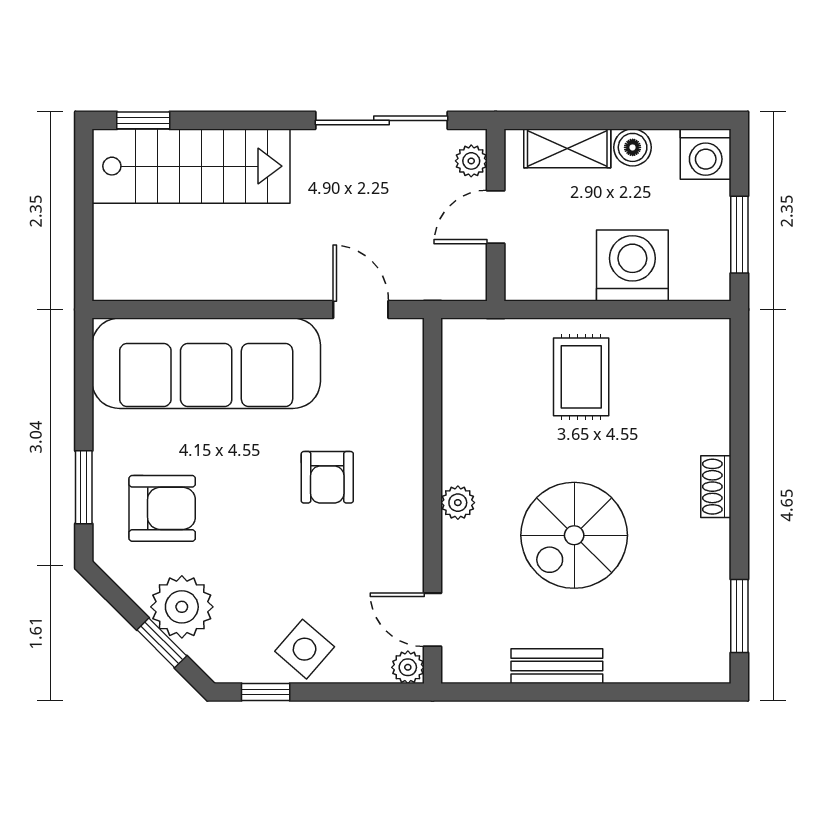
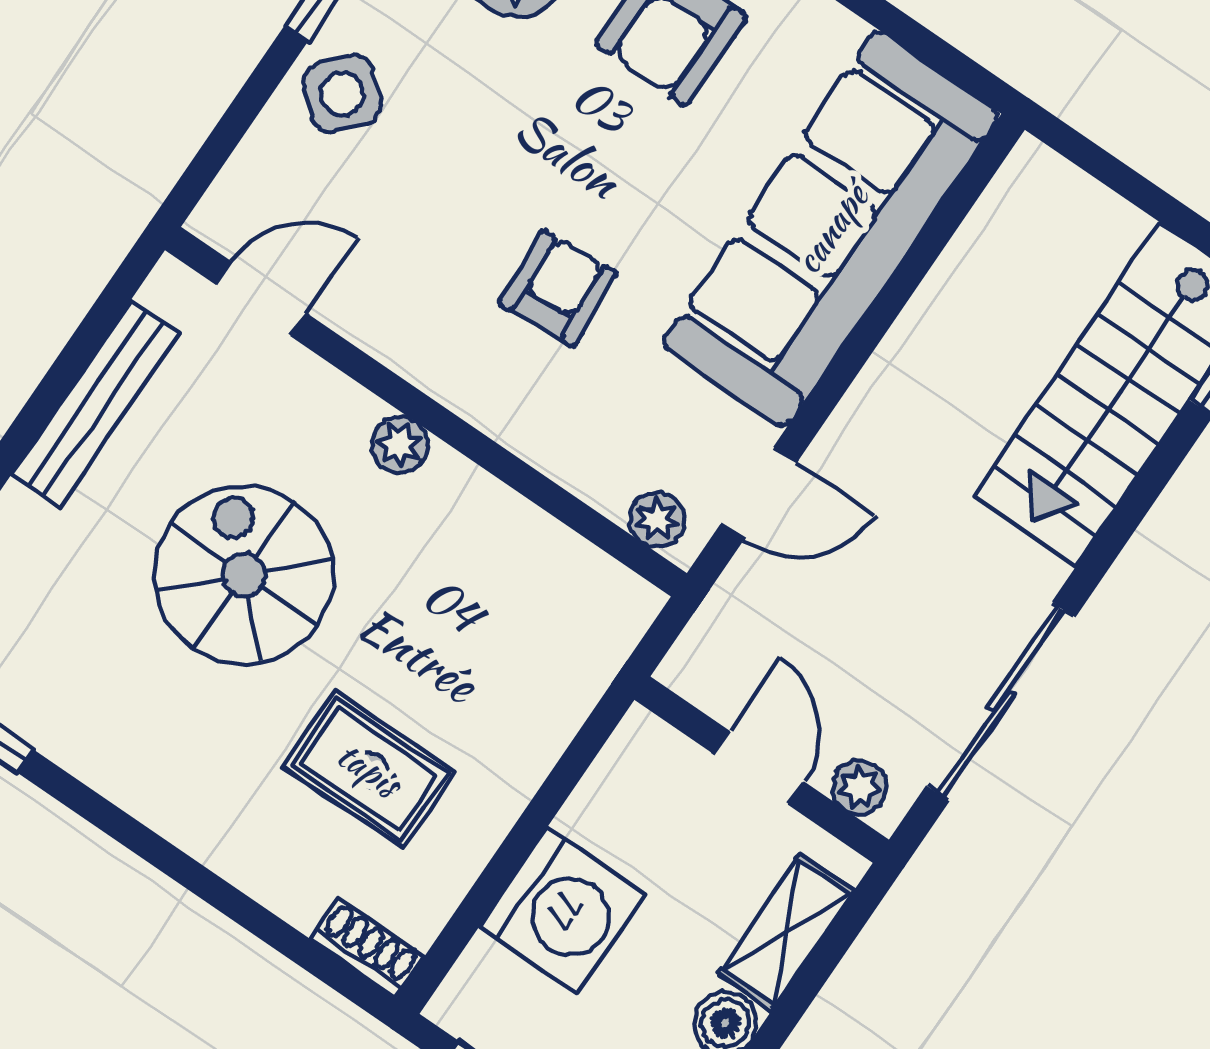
rug: (581, 377) -> (369, 769), moved
armchair: (327, 477) -> (558, 288), turned 86
shoe rack: (716, 487) -> (368, 948), moved
bench: (557, 666) -> (95, 404), width x1.36
plant: (408, 667) -> (657, 520), moved

